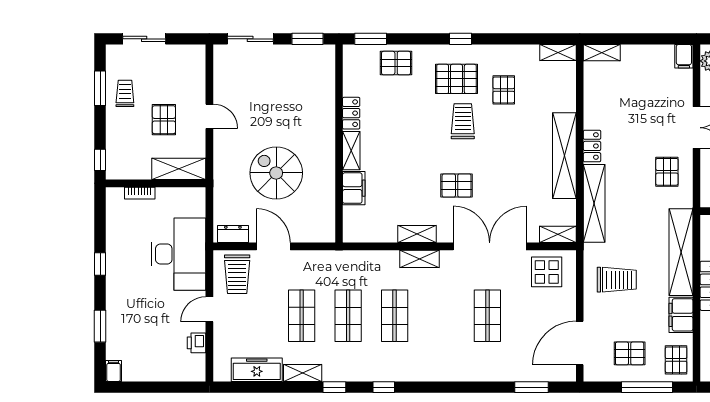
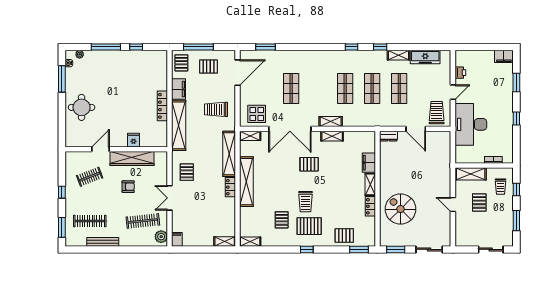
trolley: (125, 93) -> (501, 187), moved
window: (100, 160) -> (516, 190), moved
spiral stairs: (276, 173) -> (401, 209), moved, turned 180
dresser: (233, 234) -> (389, 136), moved
filing cabinet: (114, 371) -> (504, 56), width x2.00

